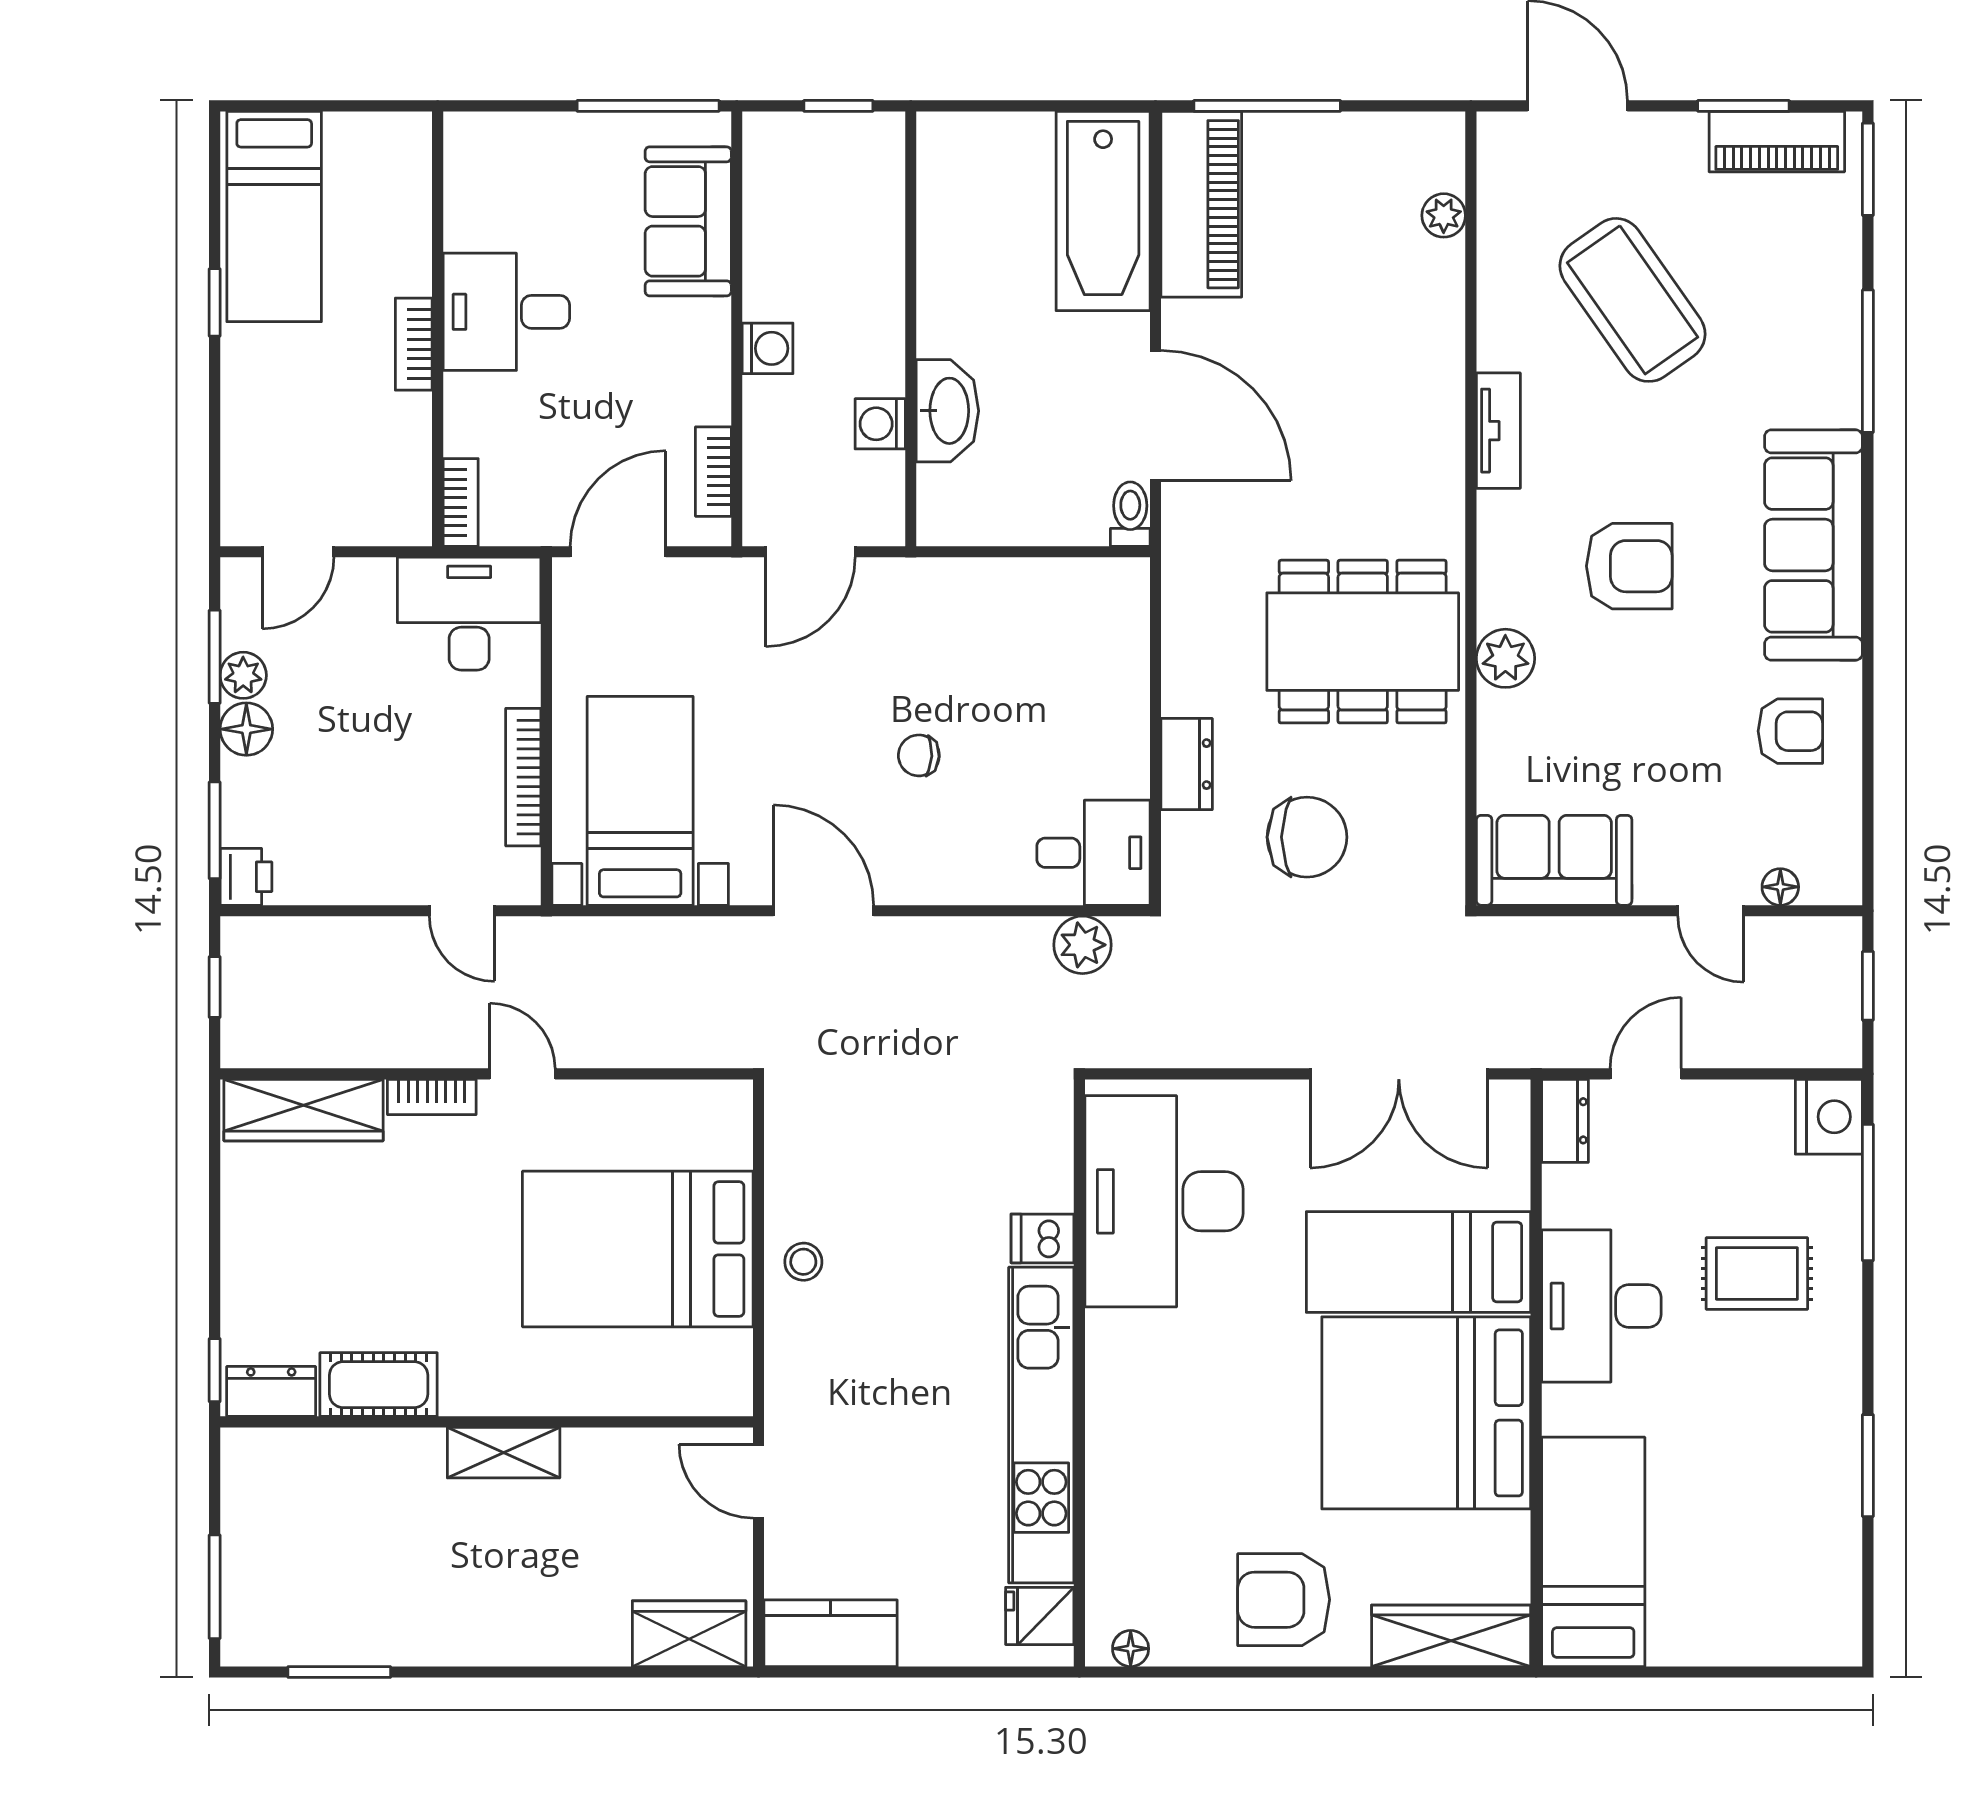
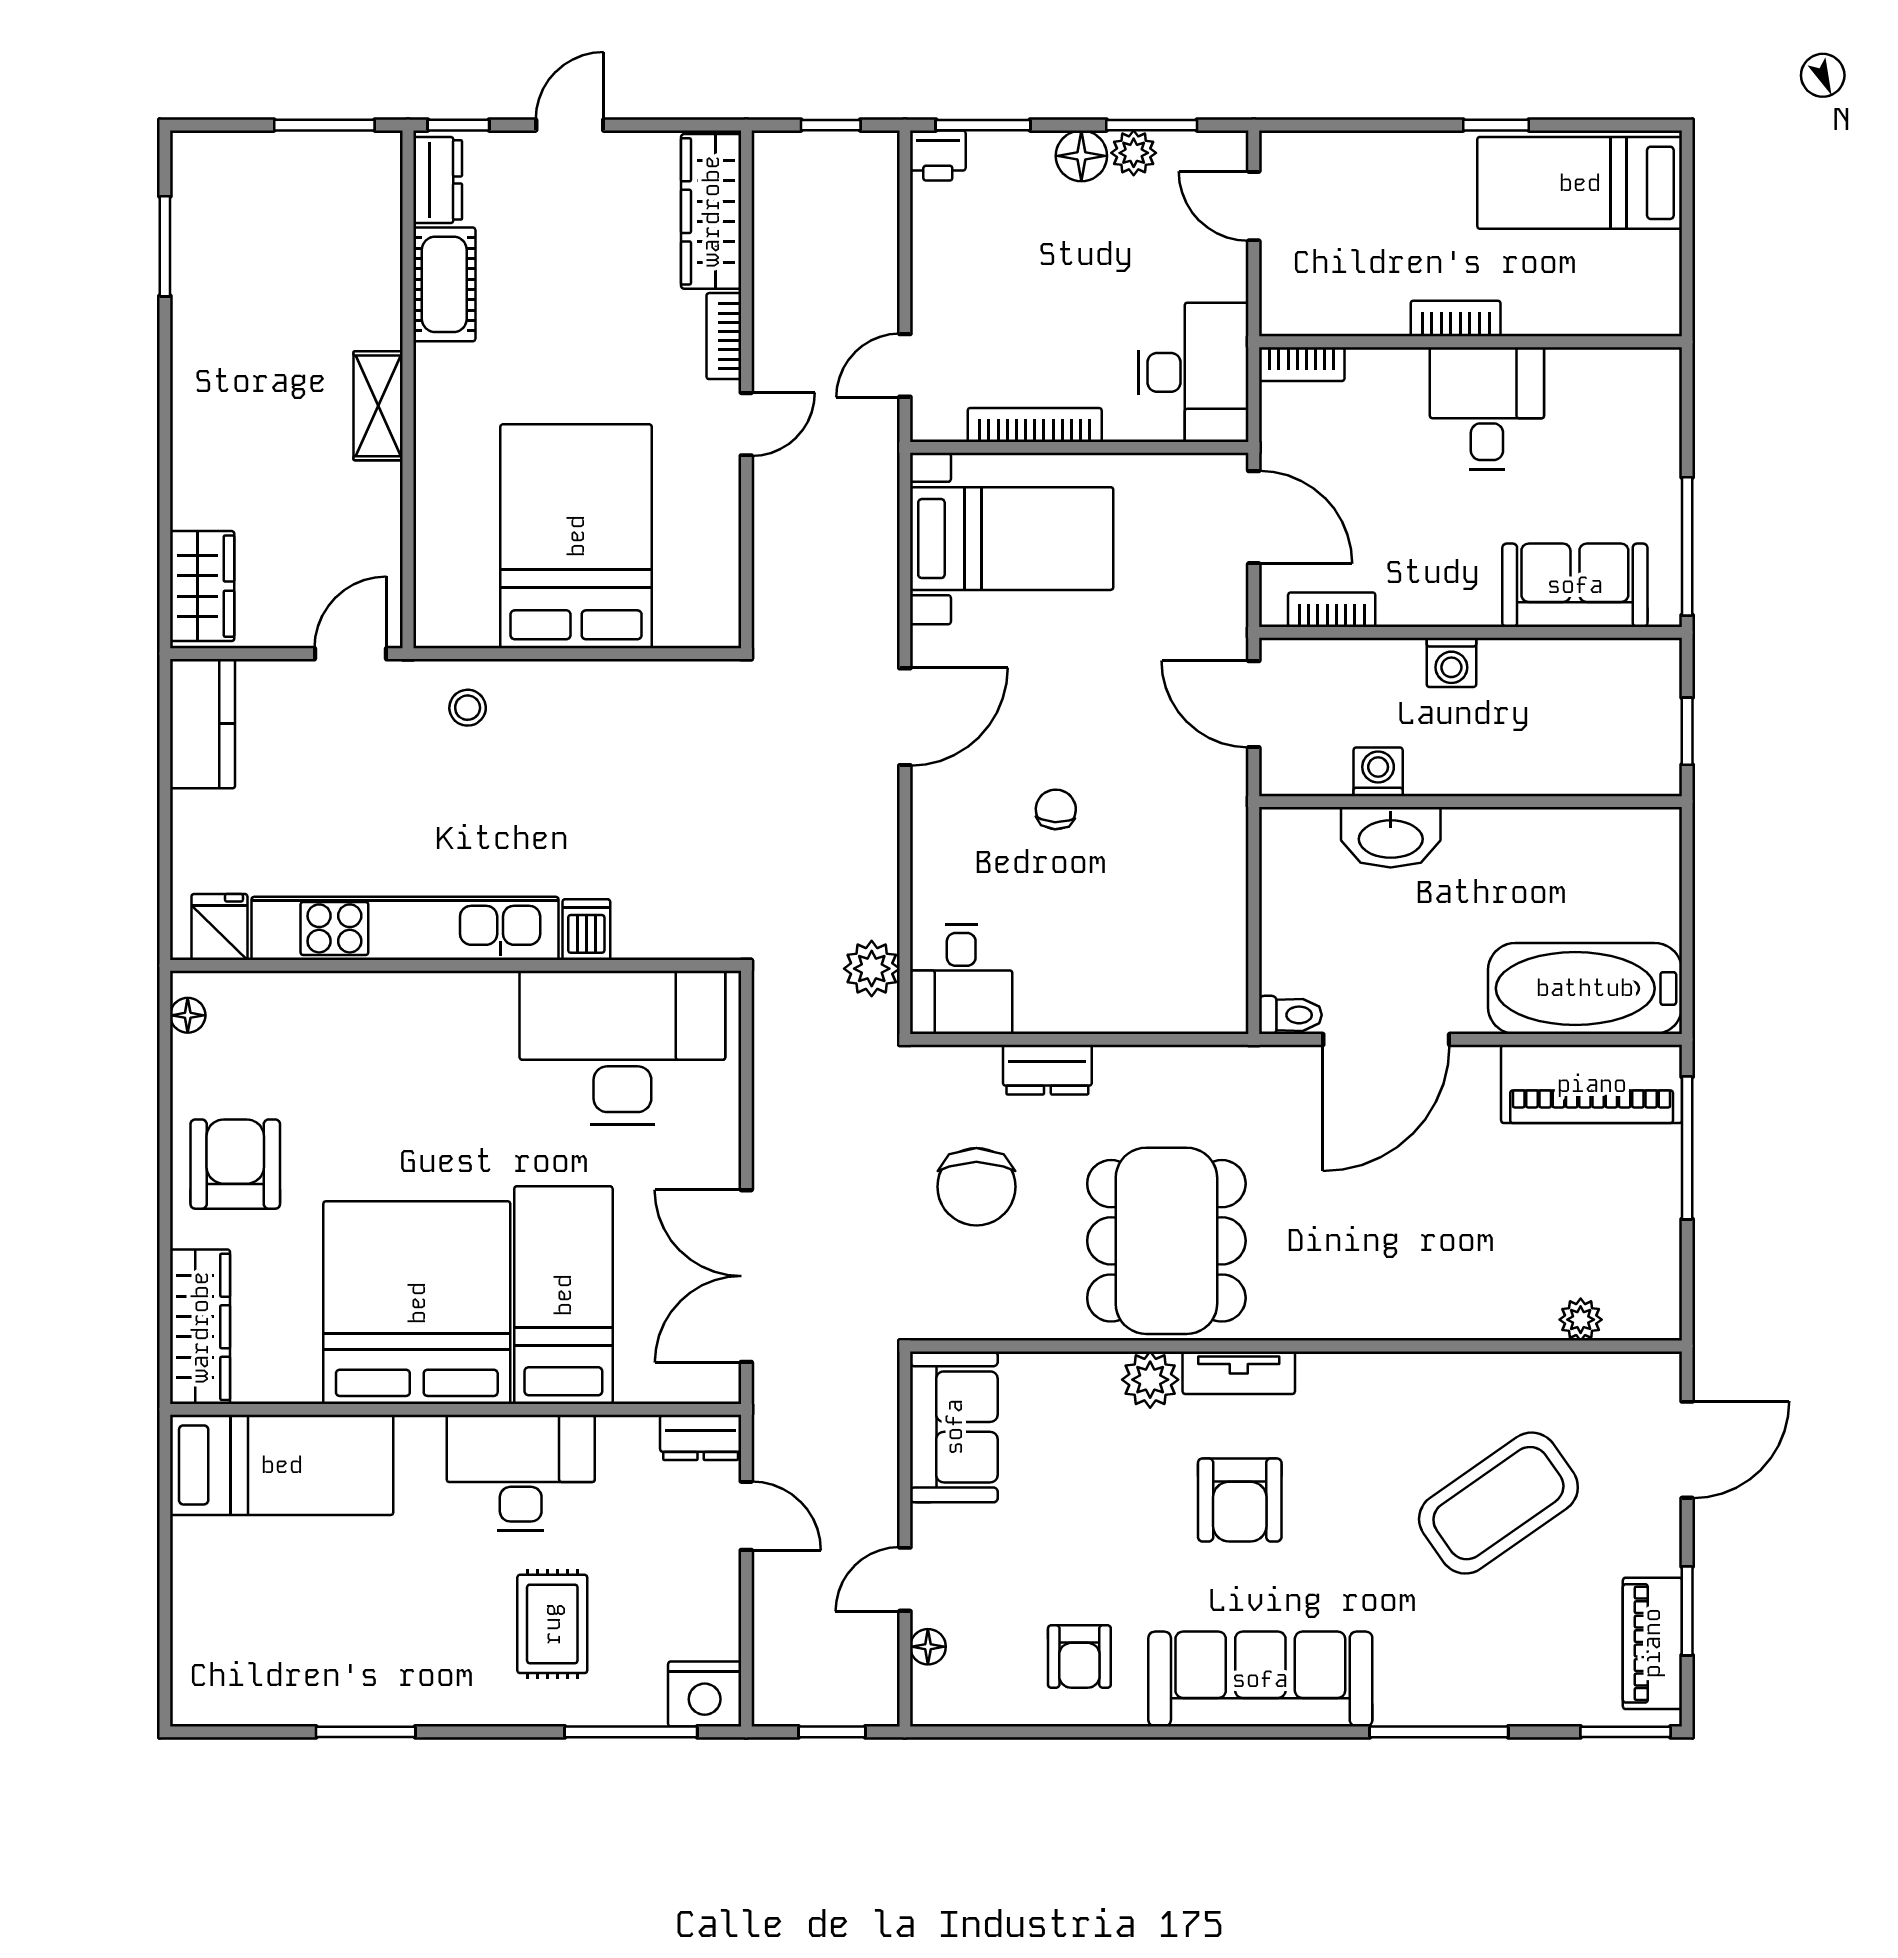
tv unit: (1498, 431) -> (1239, 1373), moved
door: (215, 1256) -> (570, 125), added
stool: (803, 1262) -> (468, 708), moved
window: (215, 1587) -> (324, 125), moved

